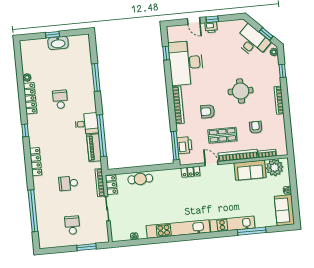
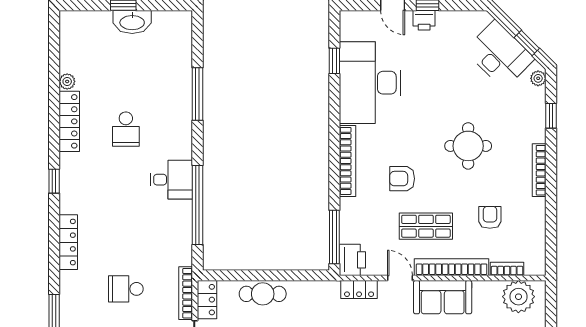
school desk: (60, 99) -> (126, 129), turned 180
printer: (185, 145) -> (352, 260), moved
piano: (94, 148) -> (181, 227), removed
sofa: (250, 170) -> (443, 297), moved

